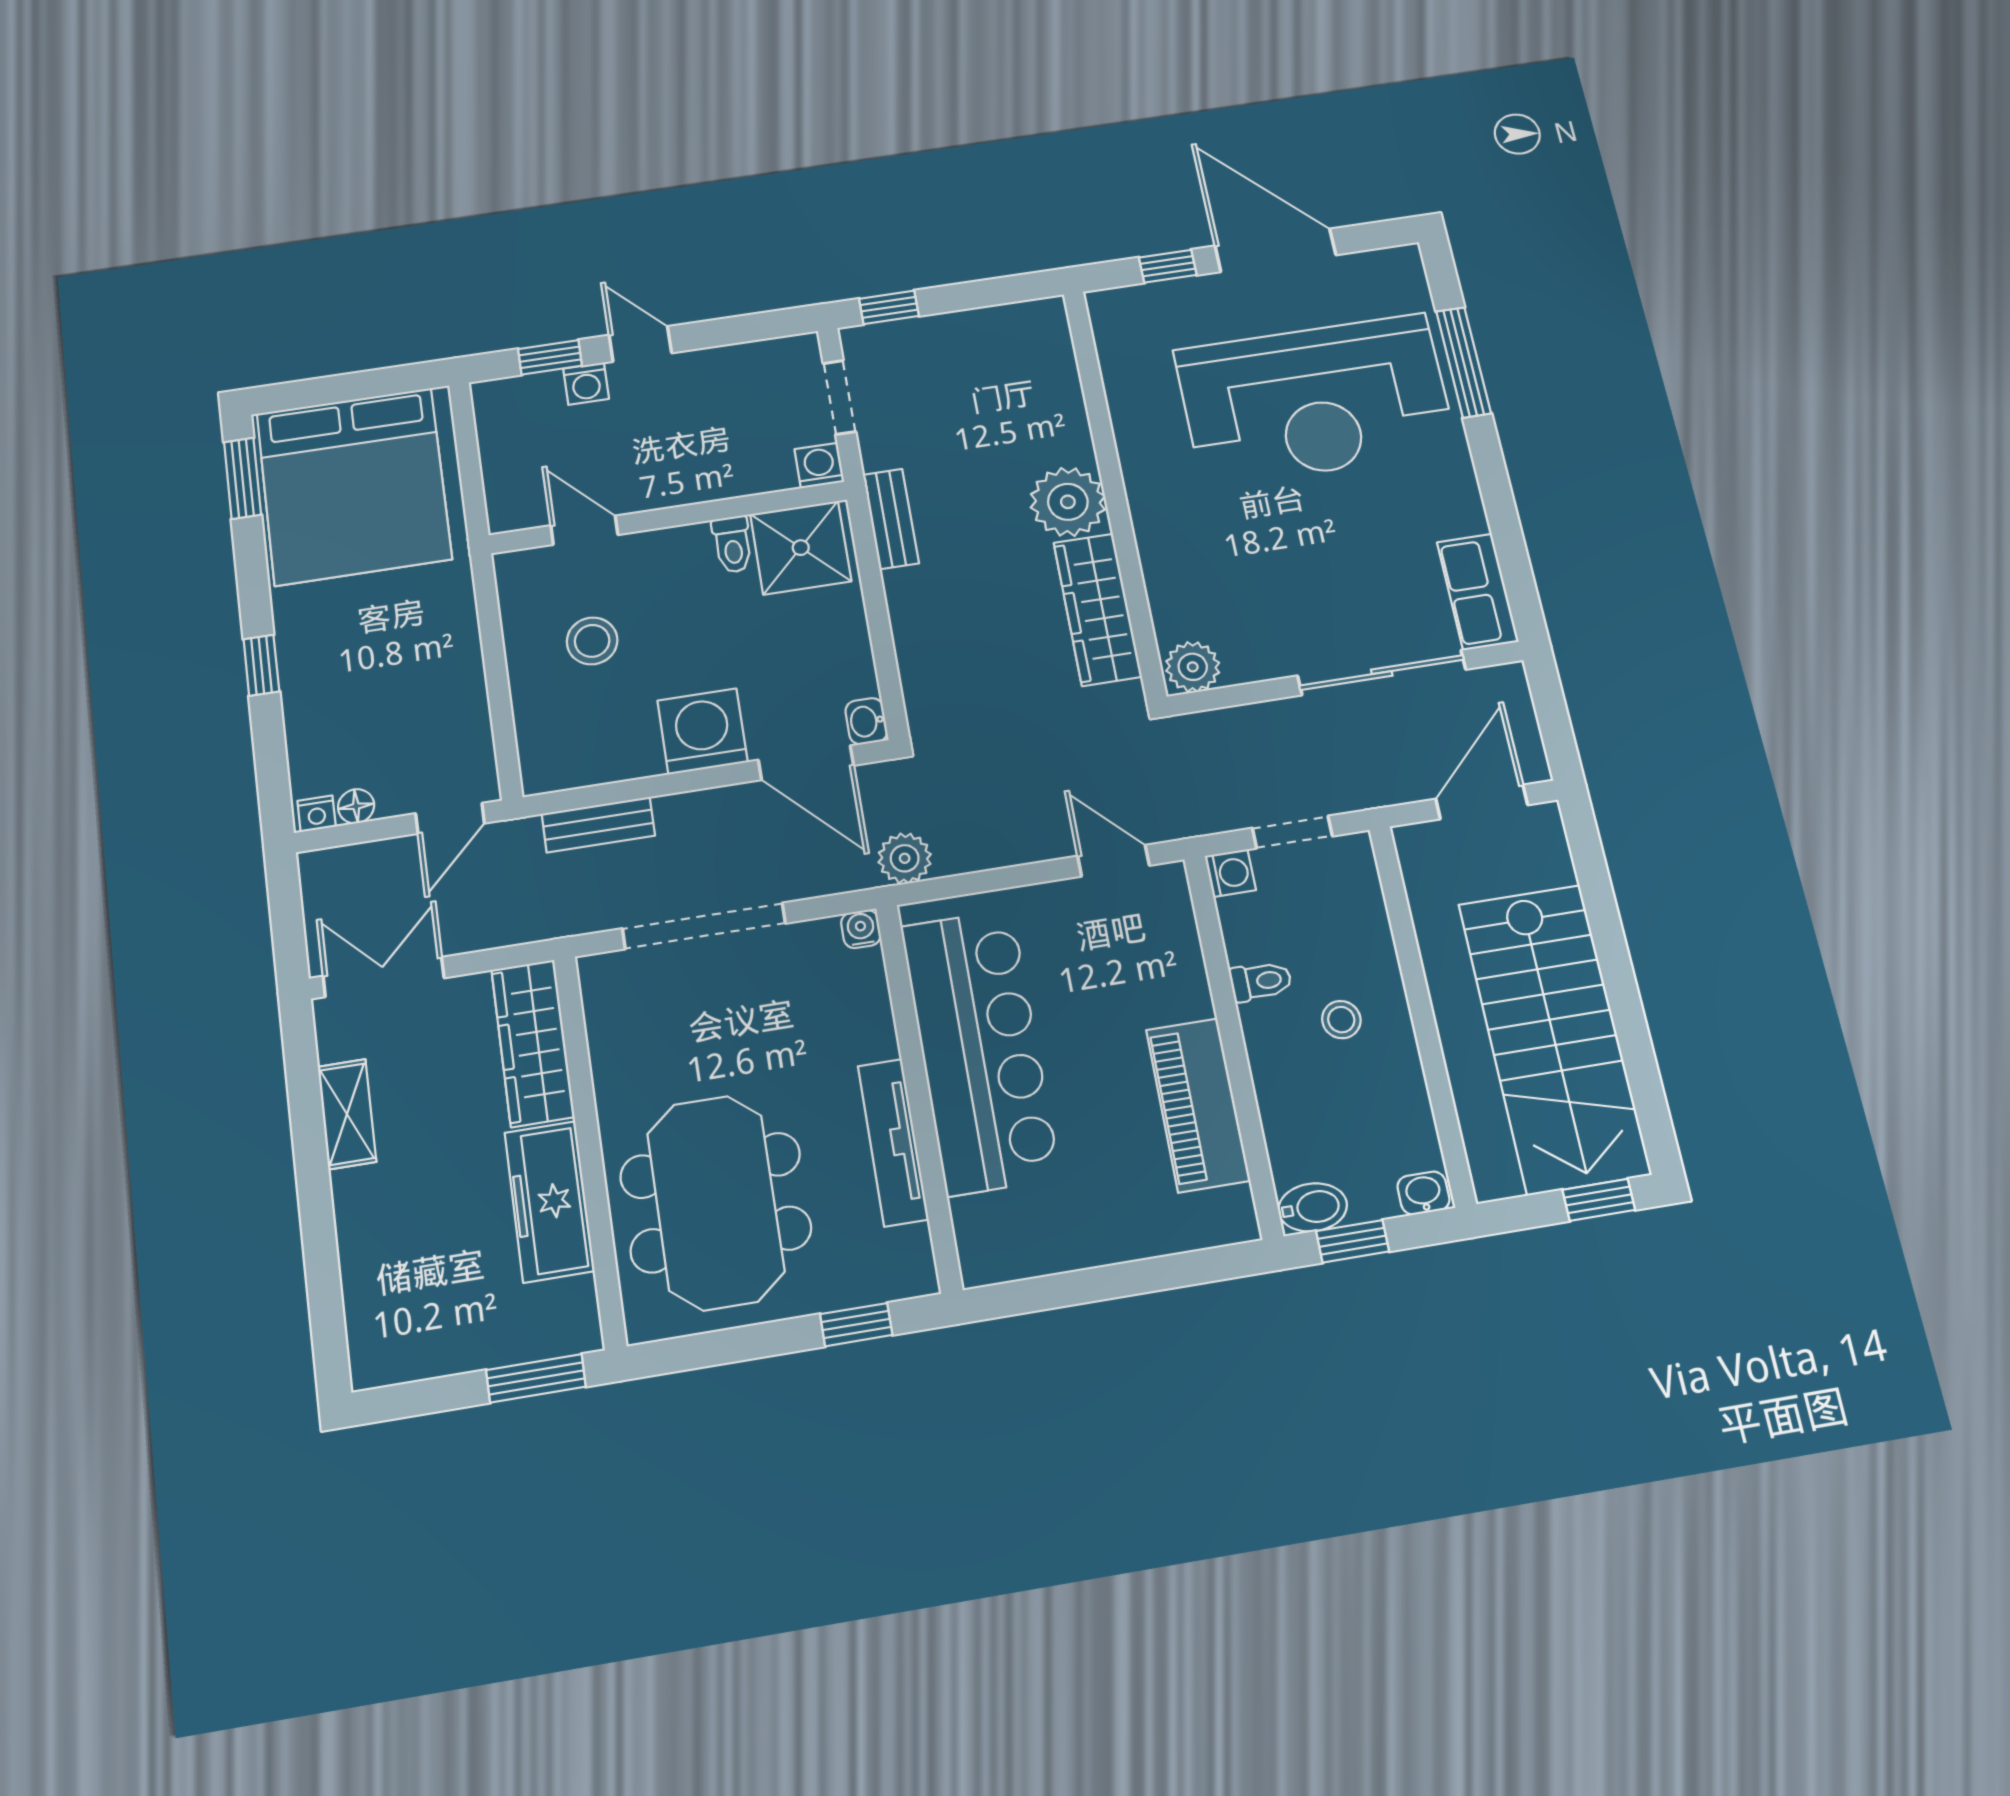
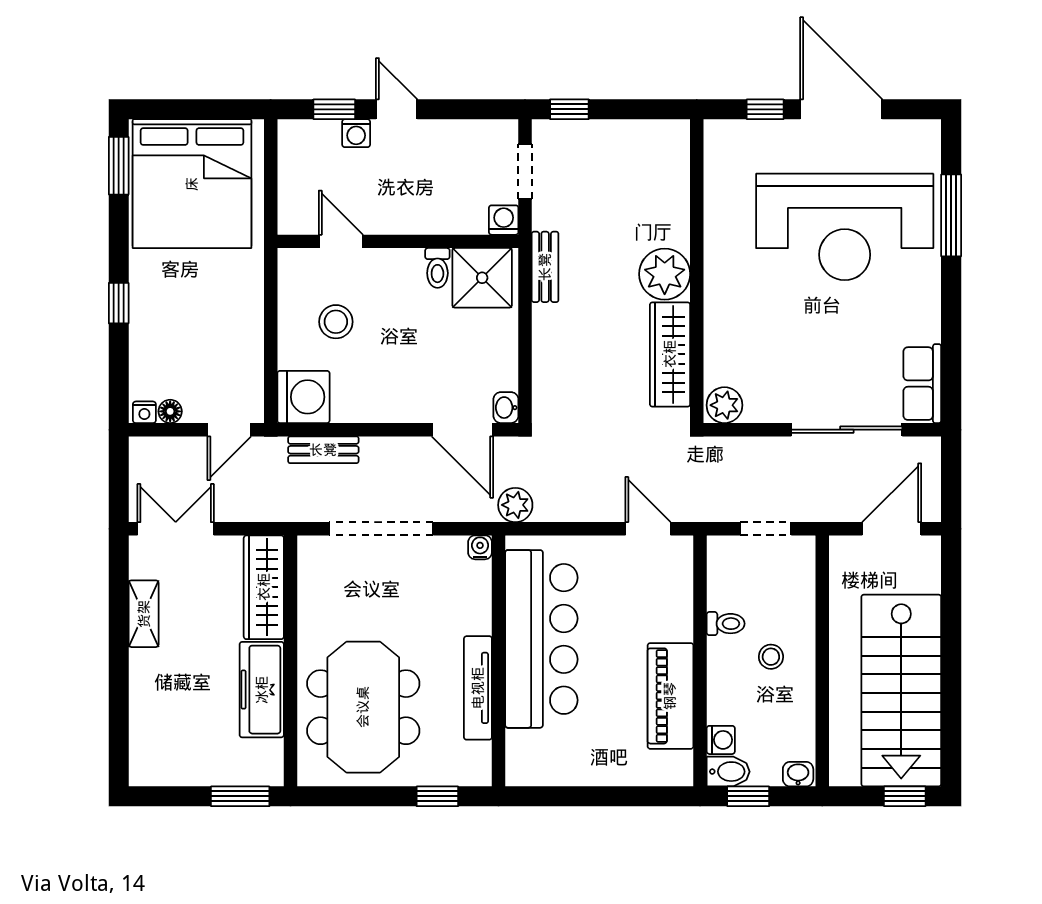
washing machine: (703, 731) -> (303, 397), moved, turned 90
washing machine: (1230, 873) -> (721, 740), moved

